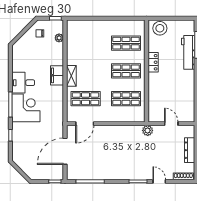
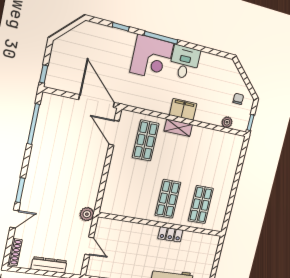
stool: (160, 28) -> (208, 248), removed
shop shelf: (126, 99) -> (134, 193), removed
door: (171, 124) -> (89, 246), hinge flipped
door: (65, 151) -> (97, 101), moved

